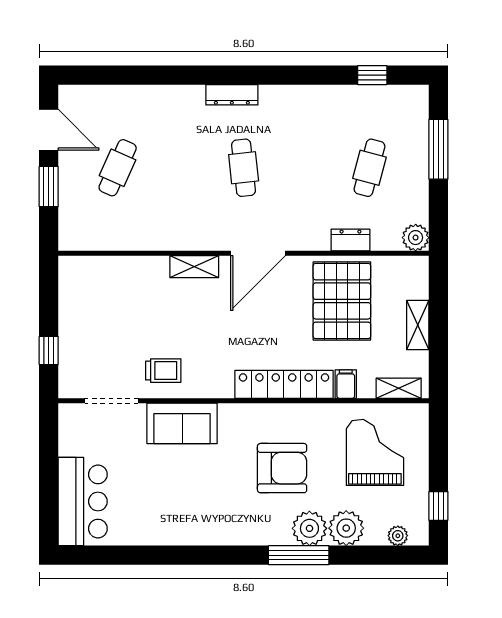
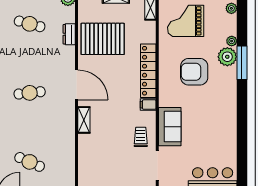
filing cabinet: (346, 384) -> (148, 105), moved
armchair: (282, 468) -> (194, 72), turned -90
plant: (346, 528) -> (232, 41), width x0.53, depth x0.53

